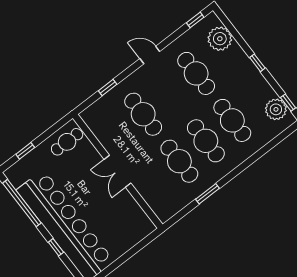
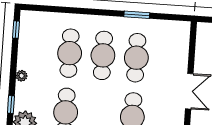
window: (257, 63) -> (11, 105), moved
plant: (276, 109) -> (22, 76), moved, width x0.53, depth x0.53

